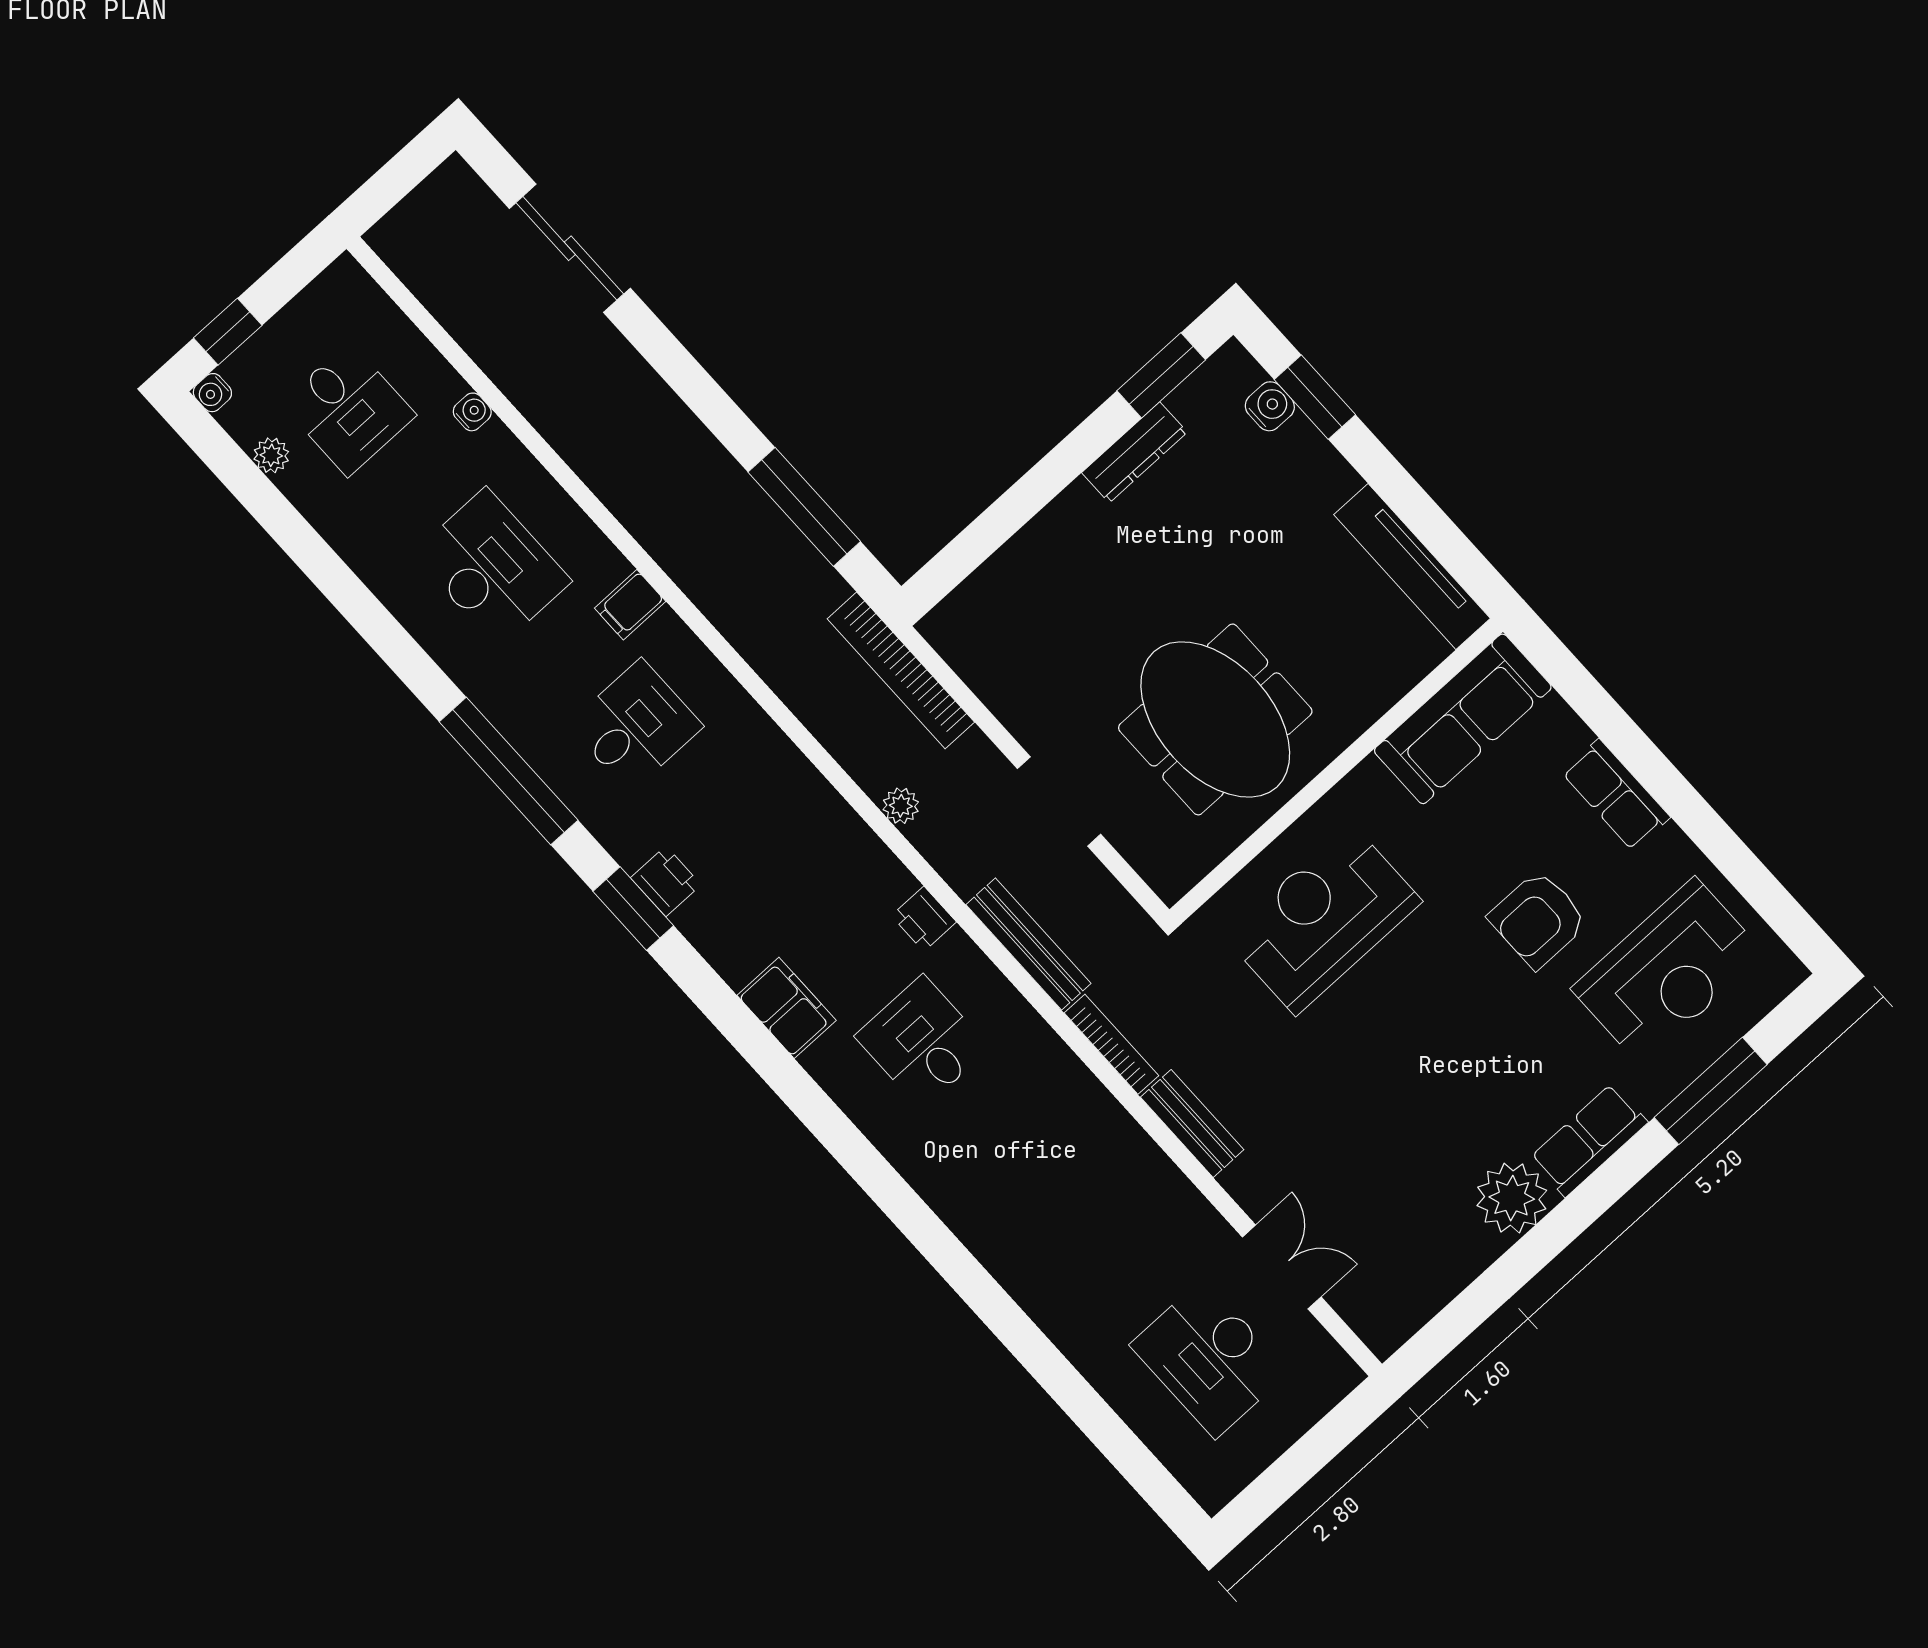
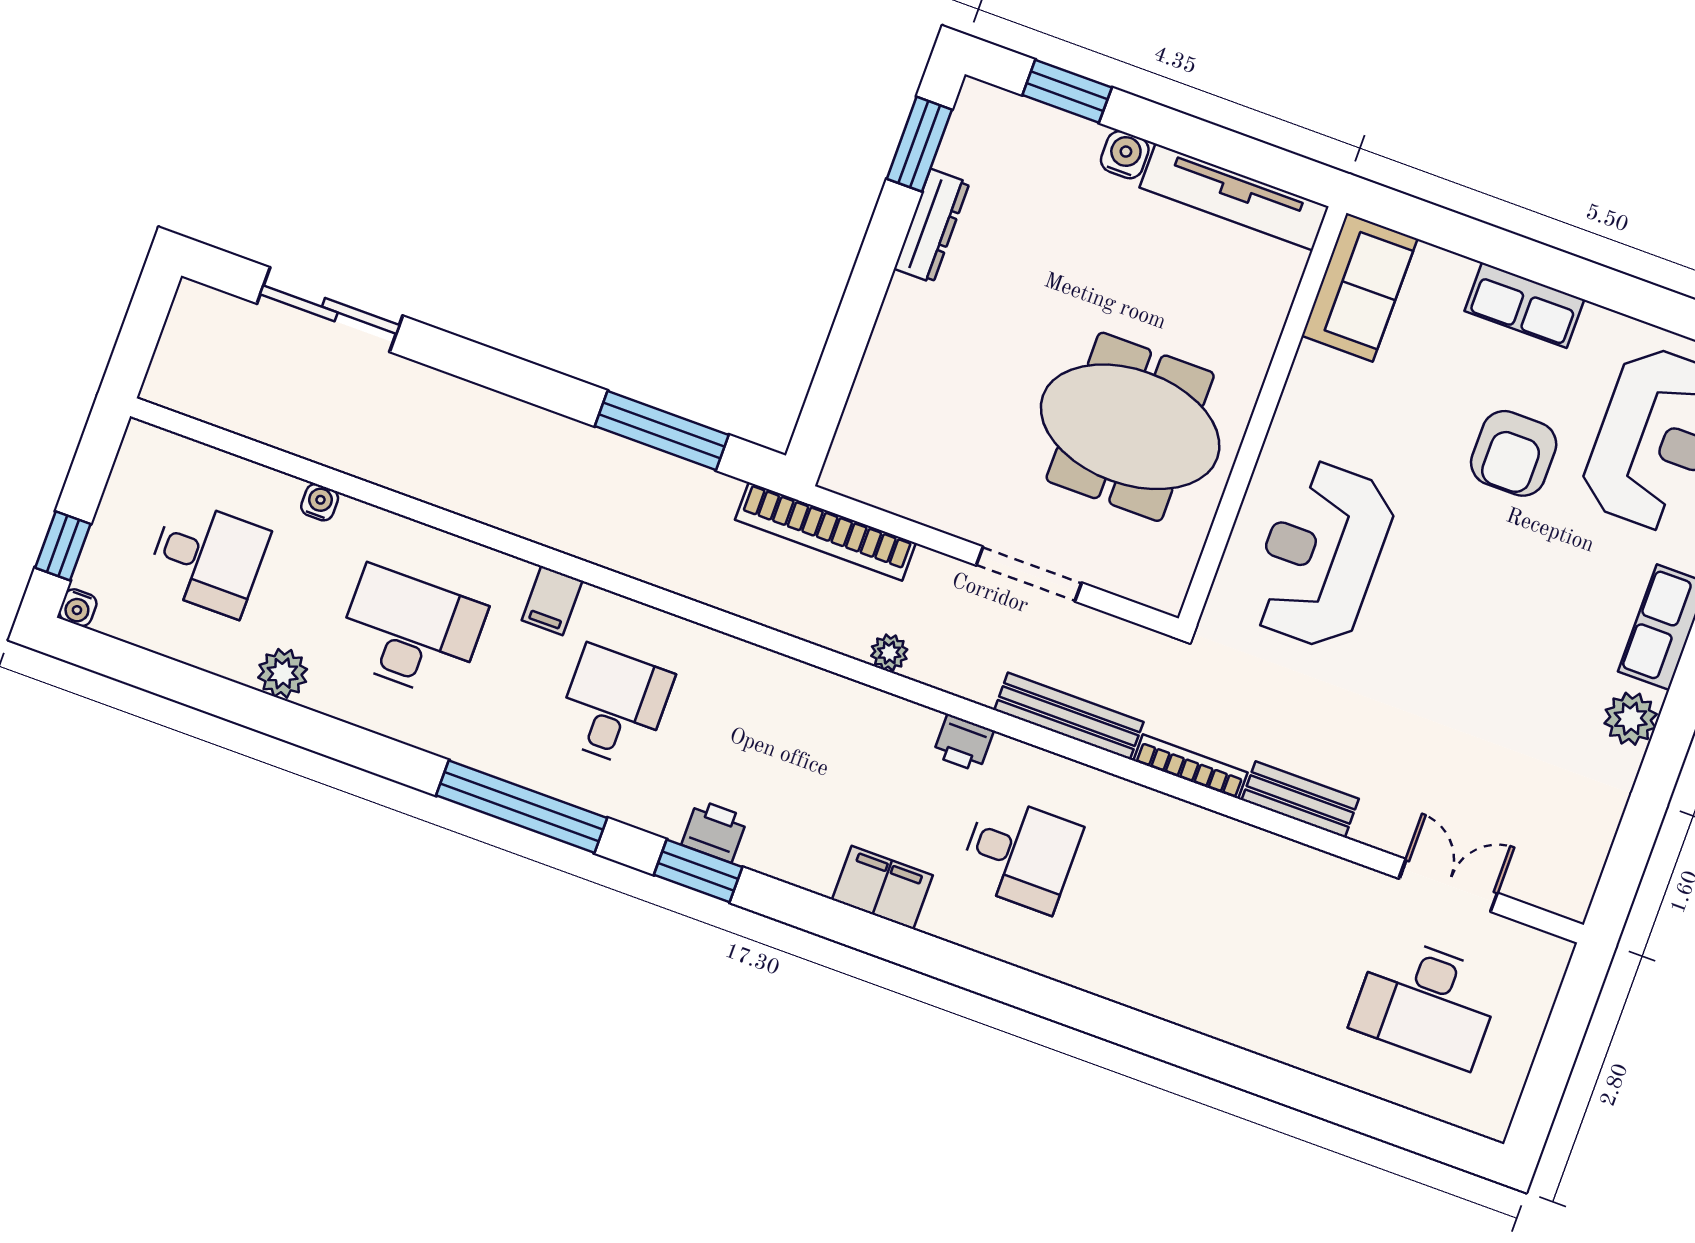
water cooler: (1270, 406) -> (1125, 155), moved
plant: (271, 455) -> (283, 673), moved, width x1.38, depth x1.38
sofa: (1463, 719) -> (1360, 287), width x0.73
desk: (922, 1042) -> (1020, 854), turned 180
plant: (1512, 1198) -> (1631, 719), width x0.73, depth x0.73

